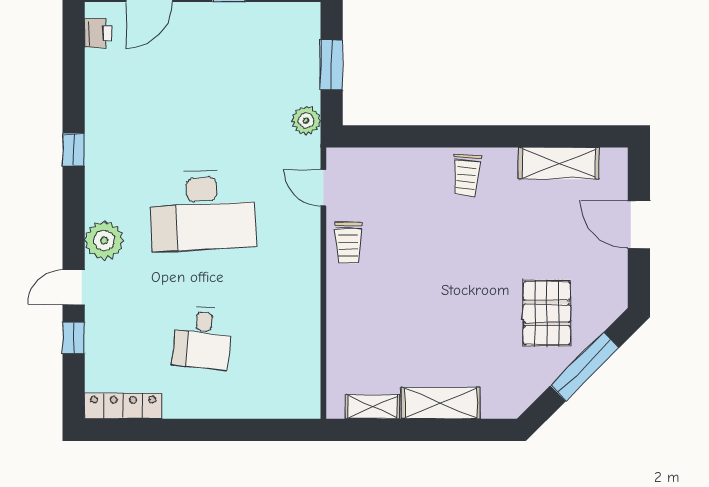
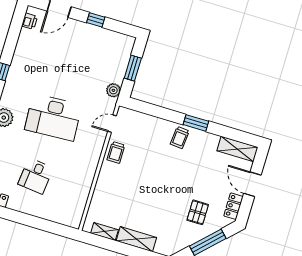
window: (490, 136) -> (196, 123), added
shelving: (559, 163) -> (237, 149), moved
door: (323, 188) -> (112, 124), hinge flipped
locker: (614, 280) -> (233, 206), added
pallet: (547, 313) -> (198, 212), width x0.67, depth x0.71

